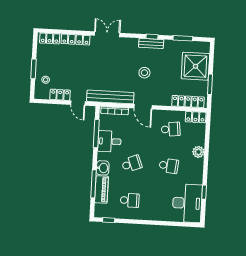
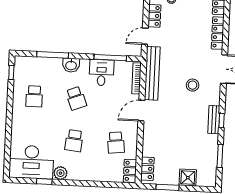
shower: (195, 66) -> (188, 178), width x0.54, depth x0.54
stool: (144, 73) -> (193, 85), moved
locker: (188, 102) -> (147, 169), width x0.66
plant: (198, 152) -> (60, 173), moved
piano: (101, 190) -> (46, 64), removed

